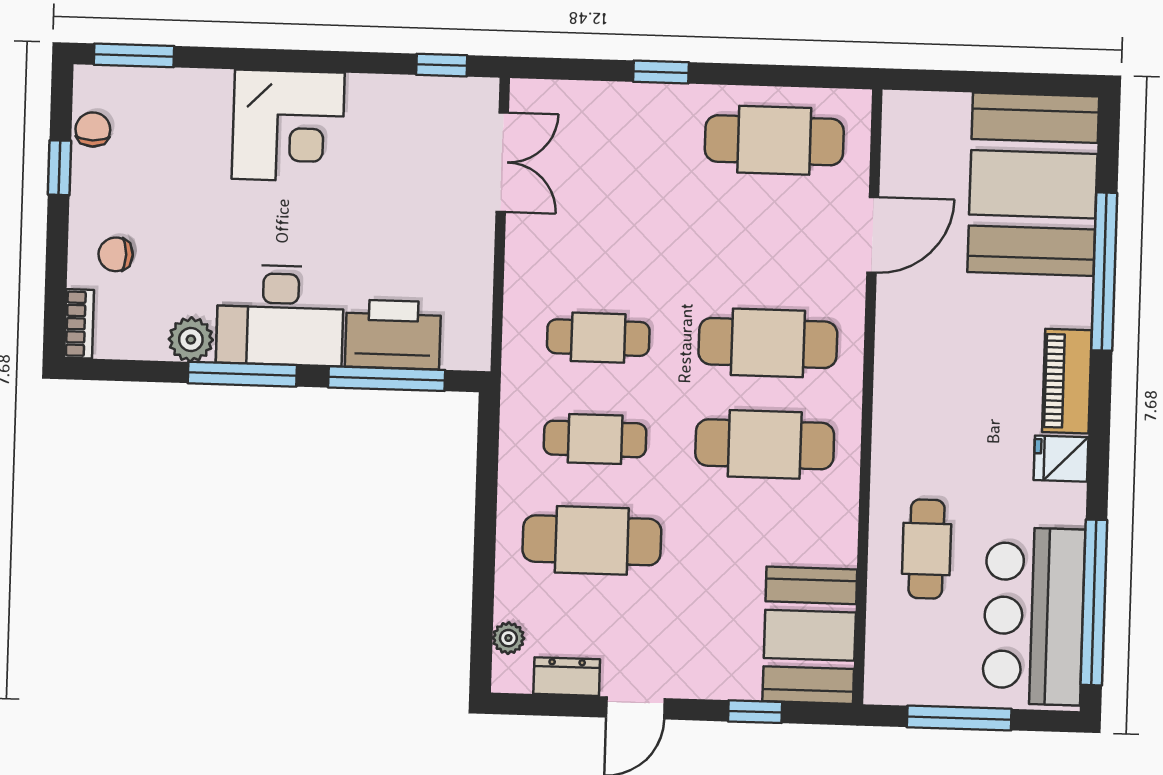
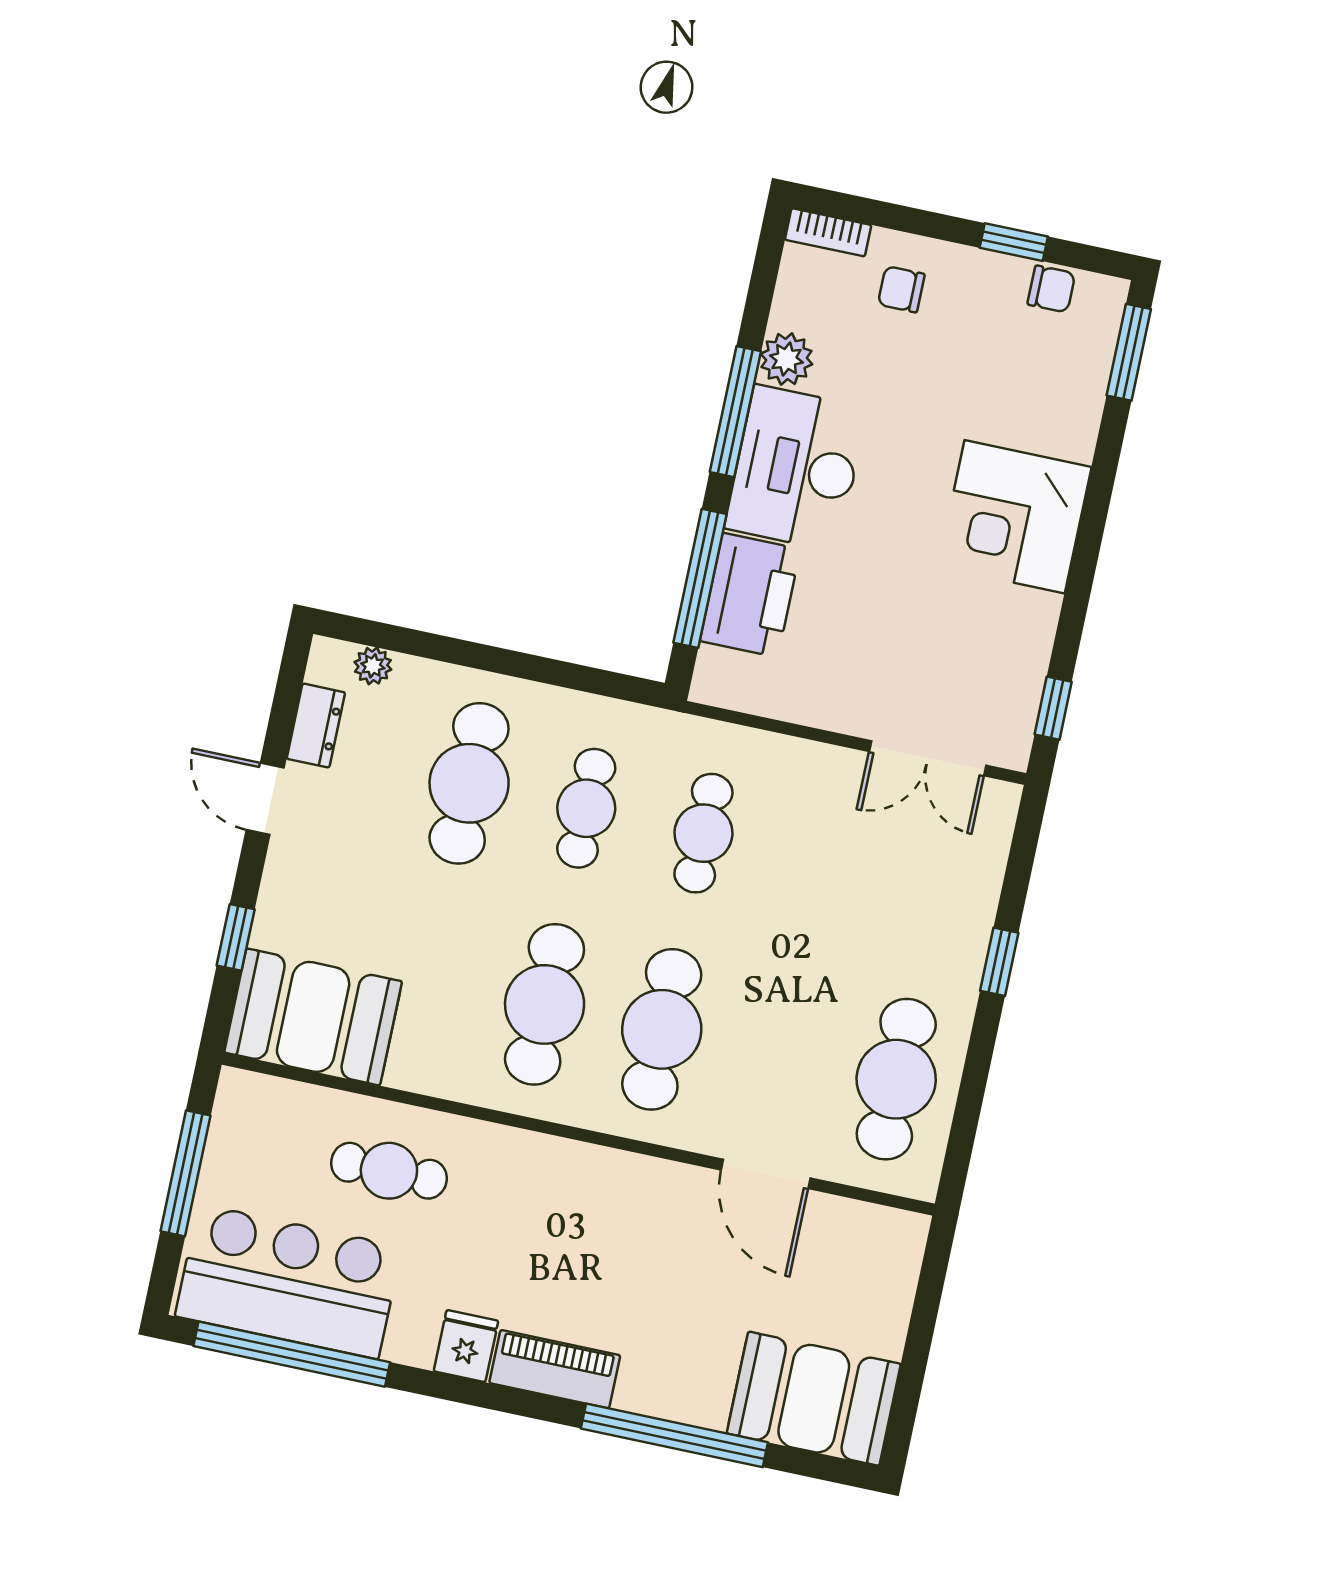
booth: (1033, 184) -> (814, 1399), width x0.73, depth x0.70
chair: (116, 254) -> (901, 289), turned -90

